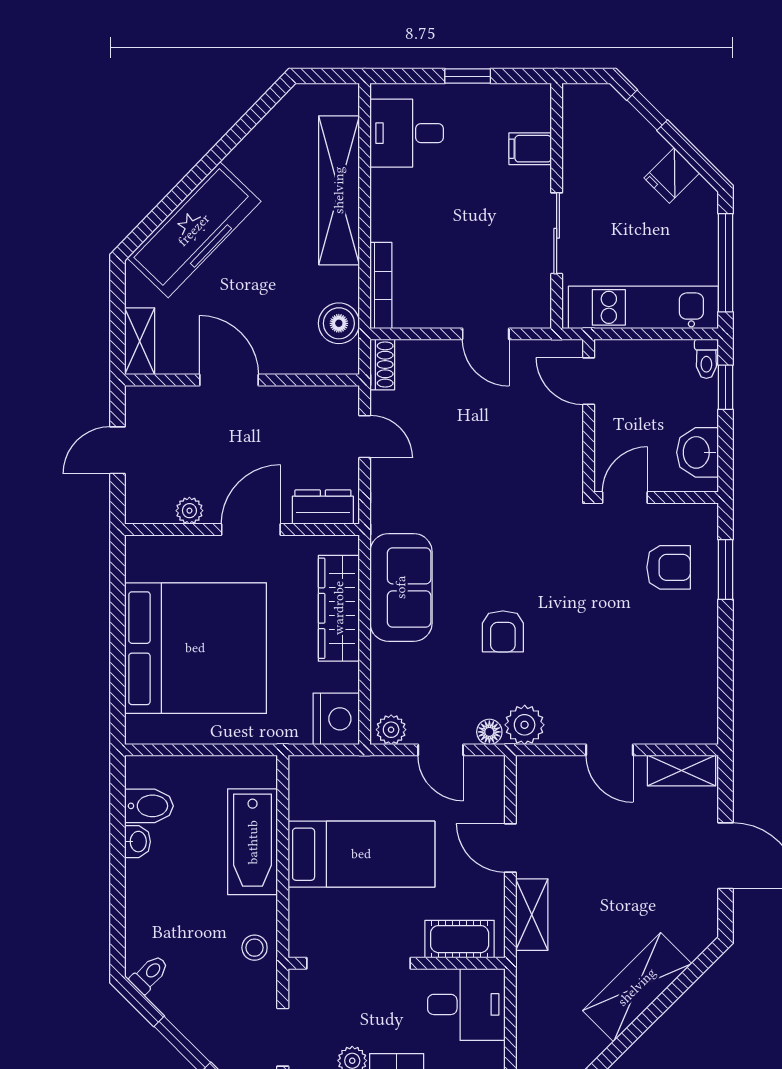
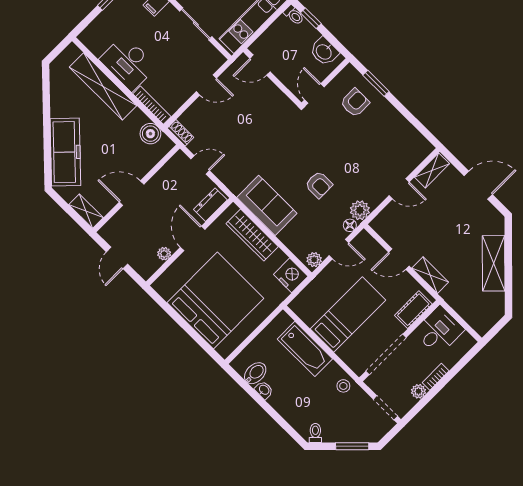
desk: (407, 133) -> (128, 63), moved, width x1.37

